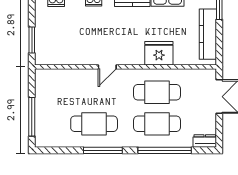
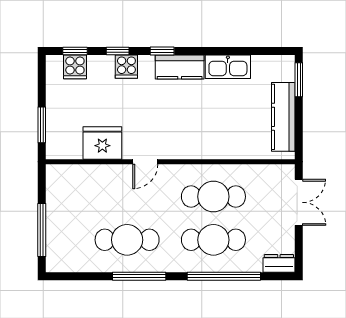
fridge: (159, 53) -> (102, 143), moved

